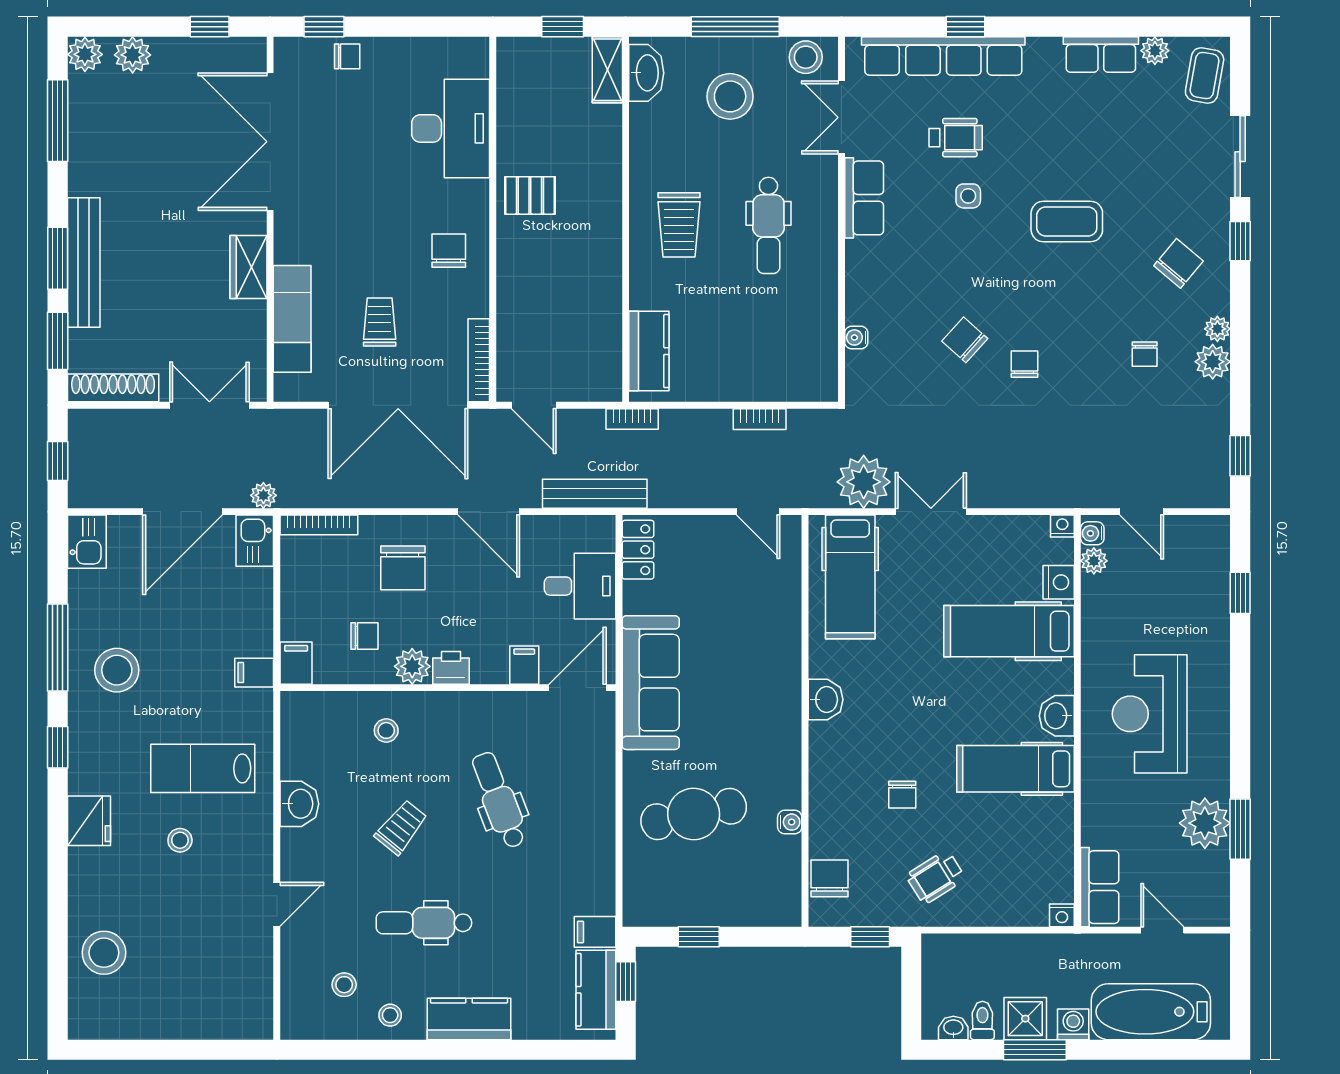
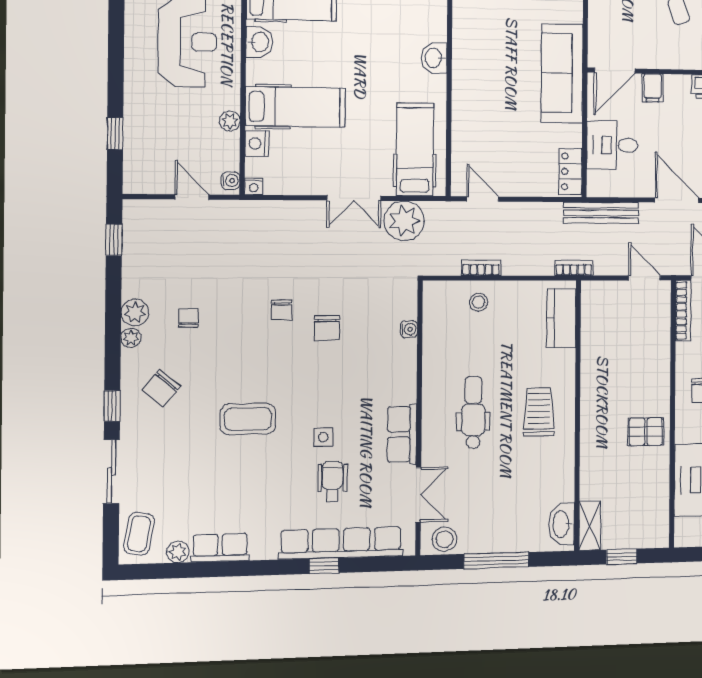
stool: (730, 96) -> (479, 302), moved, width x0.53, depth x0.53
wheelchair: (956, 138) -> (332, 481), turned 90
chair: (965, 340) -> (327, 328), turned 48
plant: (1094, 561) -> (230, 121), moved

